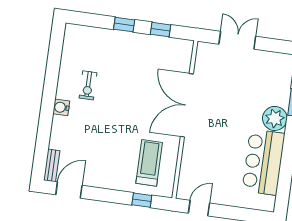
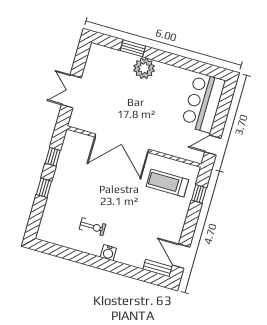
bar counter: (263, 162) -> (203, 103), moved, turned 90
door: (199, 208) -> (213, 145), hinge flipped

